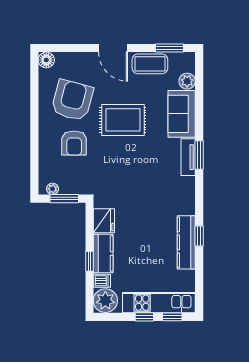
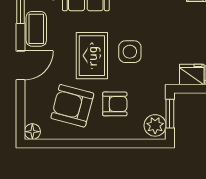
side table: (127, 158) -> (130, 52), added
plant: (52, 189) -> (155, 125), width x1.88, depth x1.88

